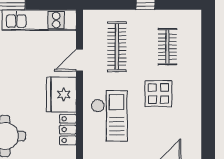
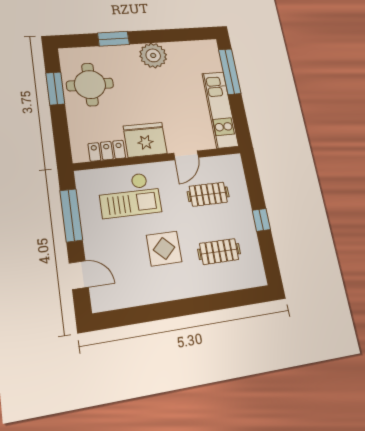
clothes rail: (117, 47) -> (208, 194), width x0.73
door: (79, 60) -> (186, 155), swing flipped

